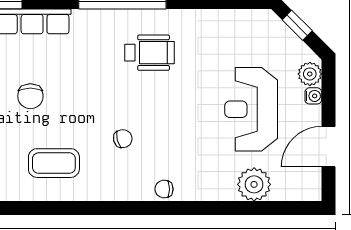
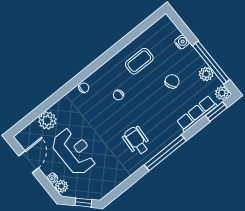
wheelchair: (150, 53) -> (136, 141), turned 94
chair: (30, 96) -> (172, 81), turned 65

